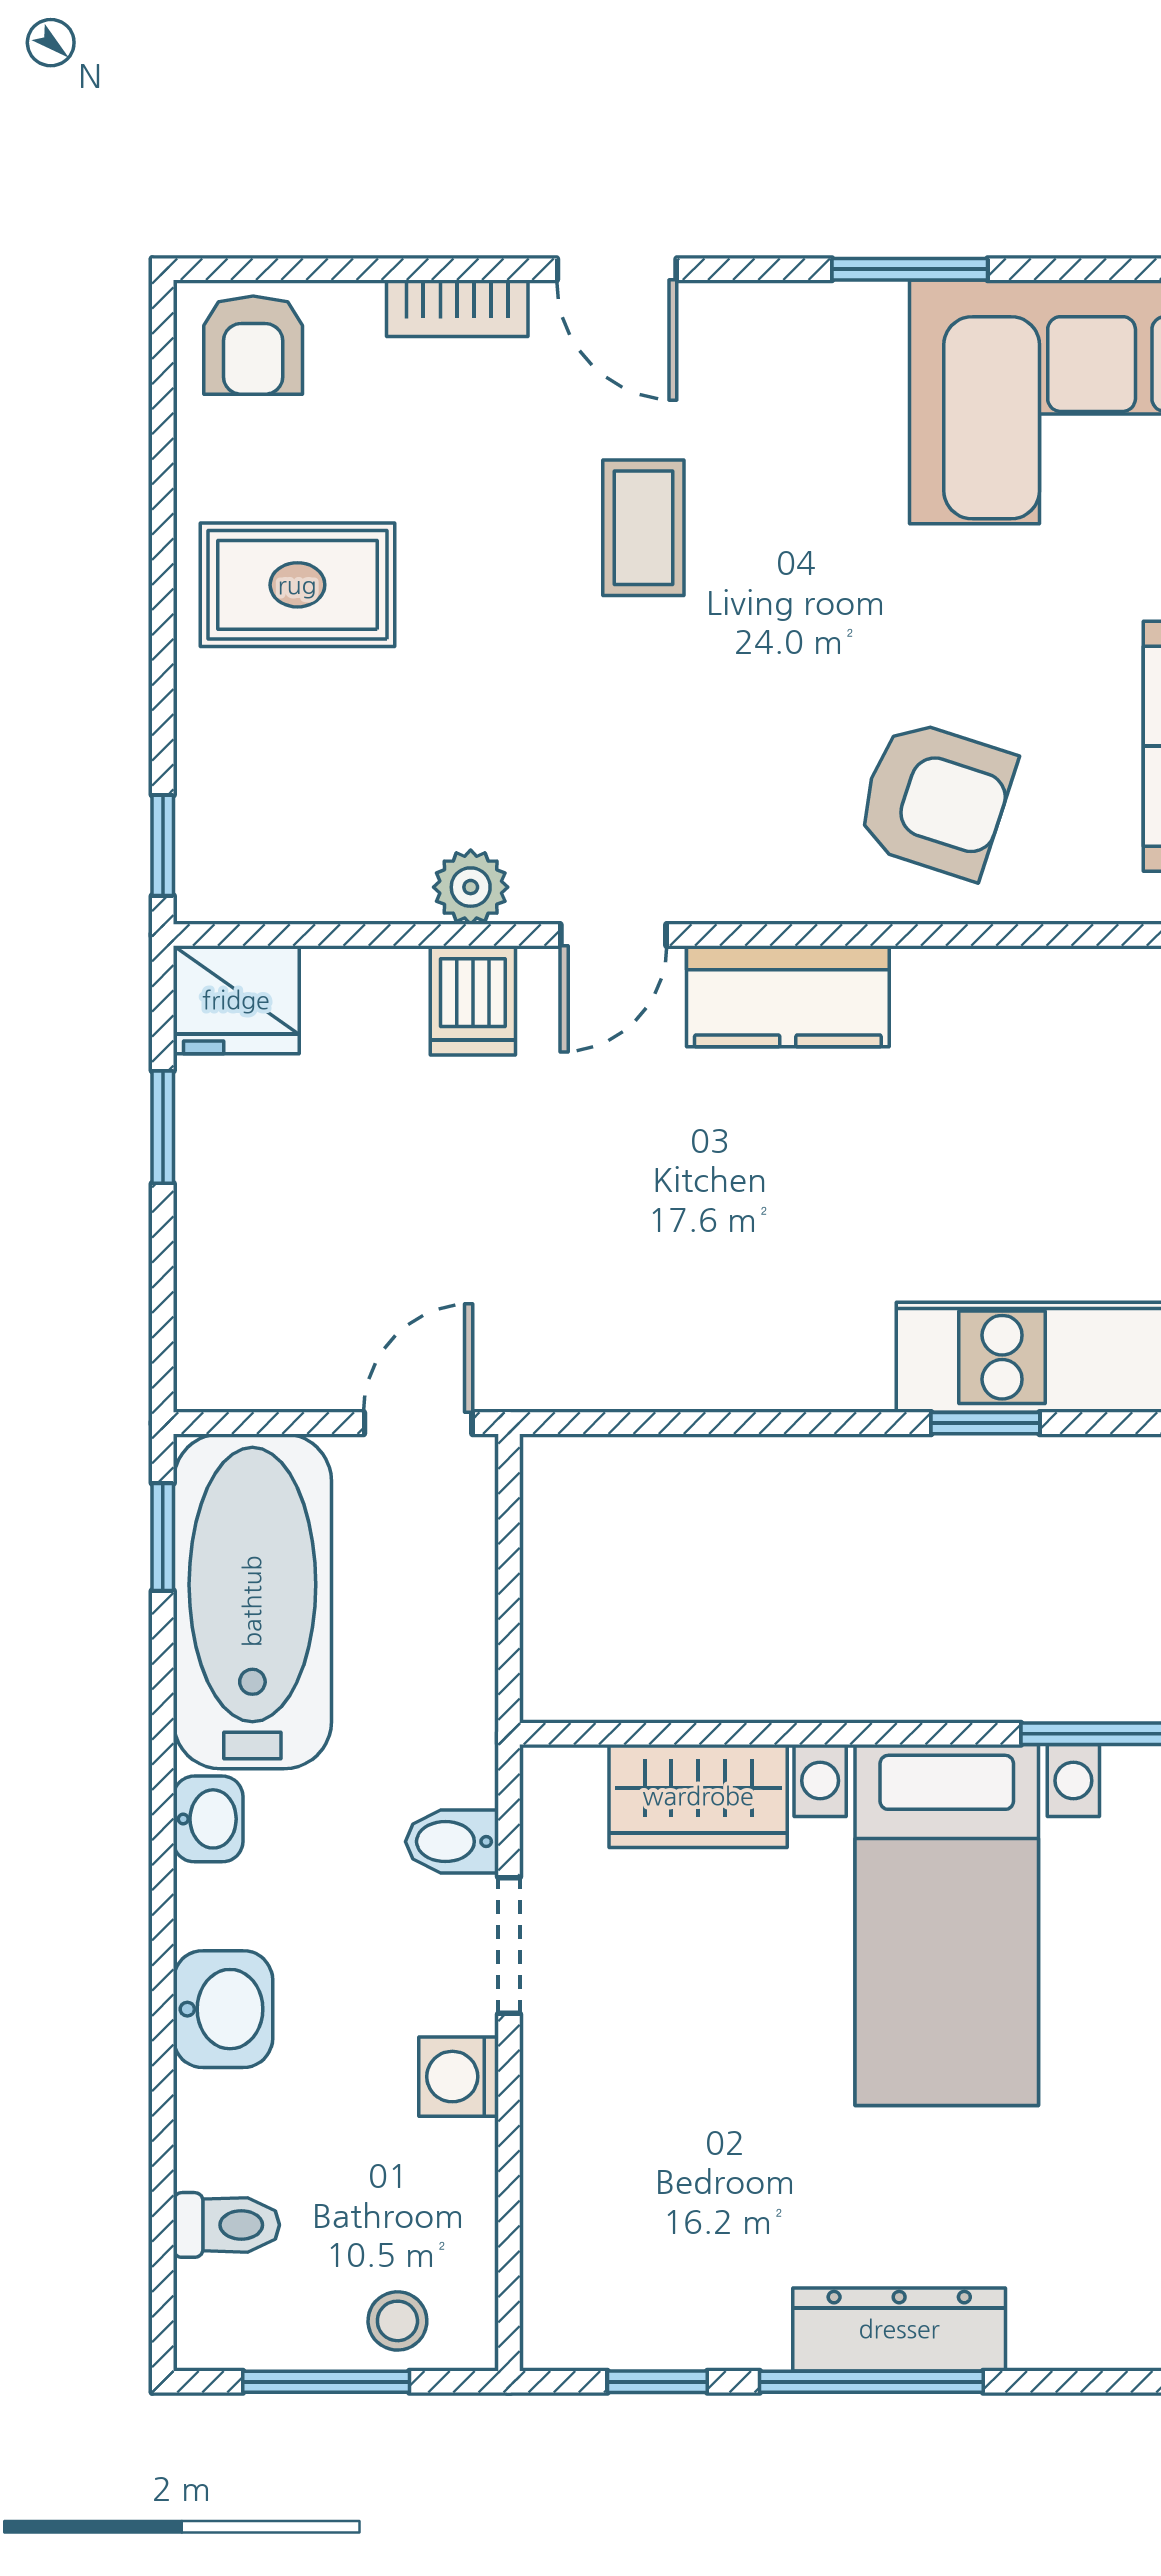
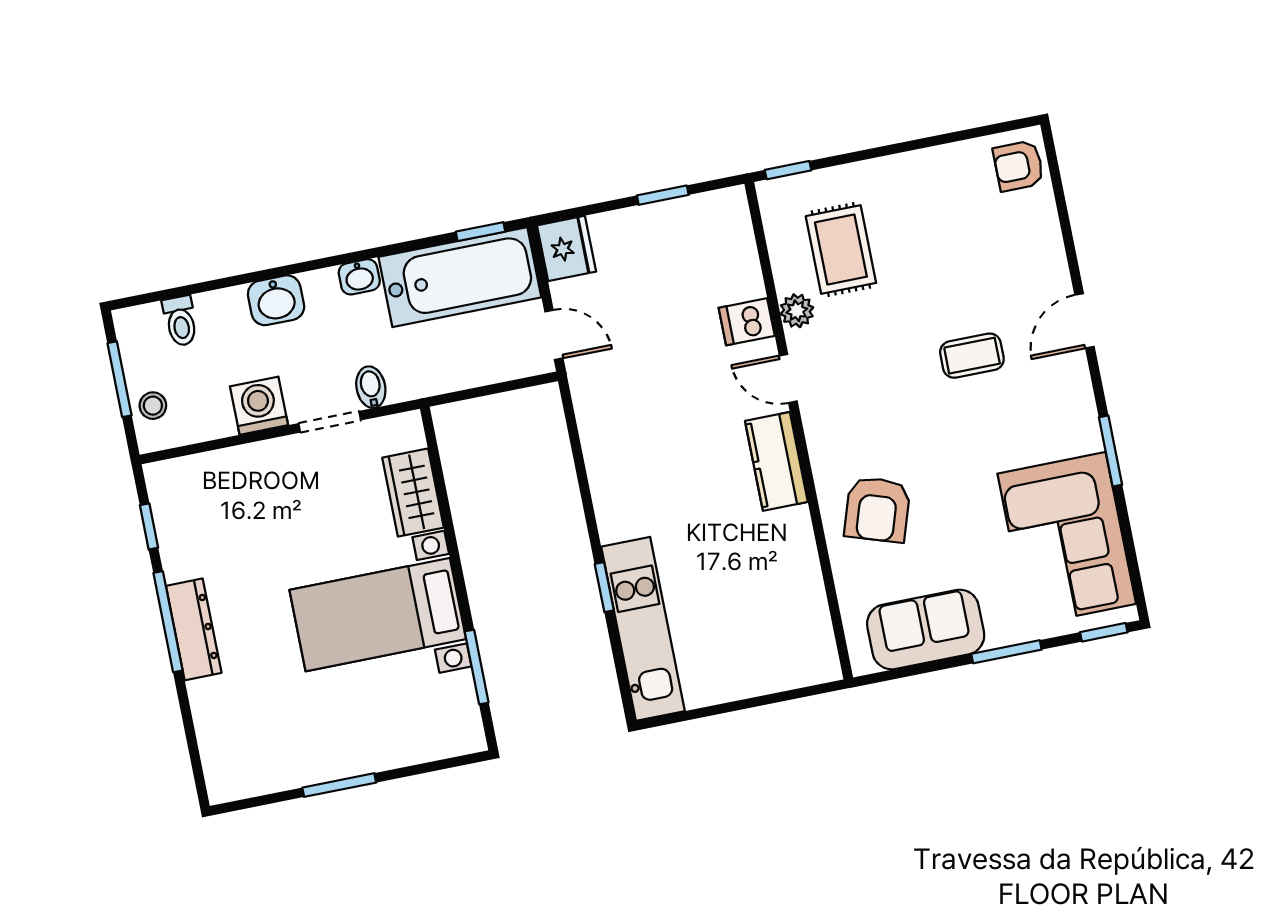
bookcase: (457, 308) -> (1053, 253), removed
rug: (297, 585) -> (841, 250), moved
fridge: (236, 1000) -> (566, 248), moved, turned 180
washing machine: (459, 2077) -> (259, 406), width x1.38, depth x1.38

